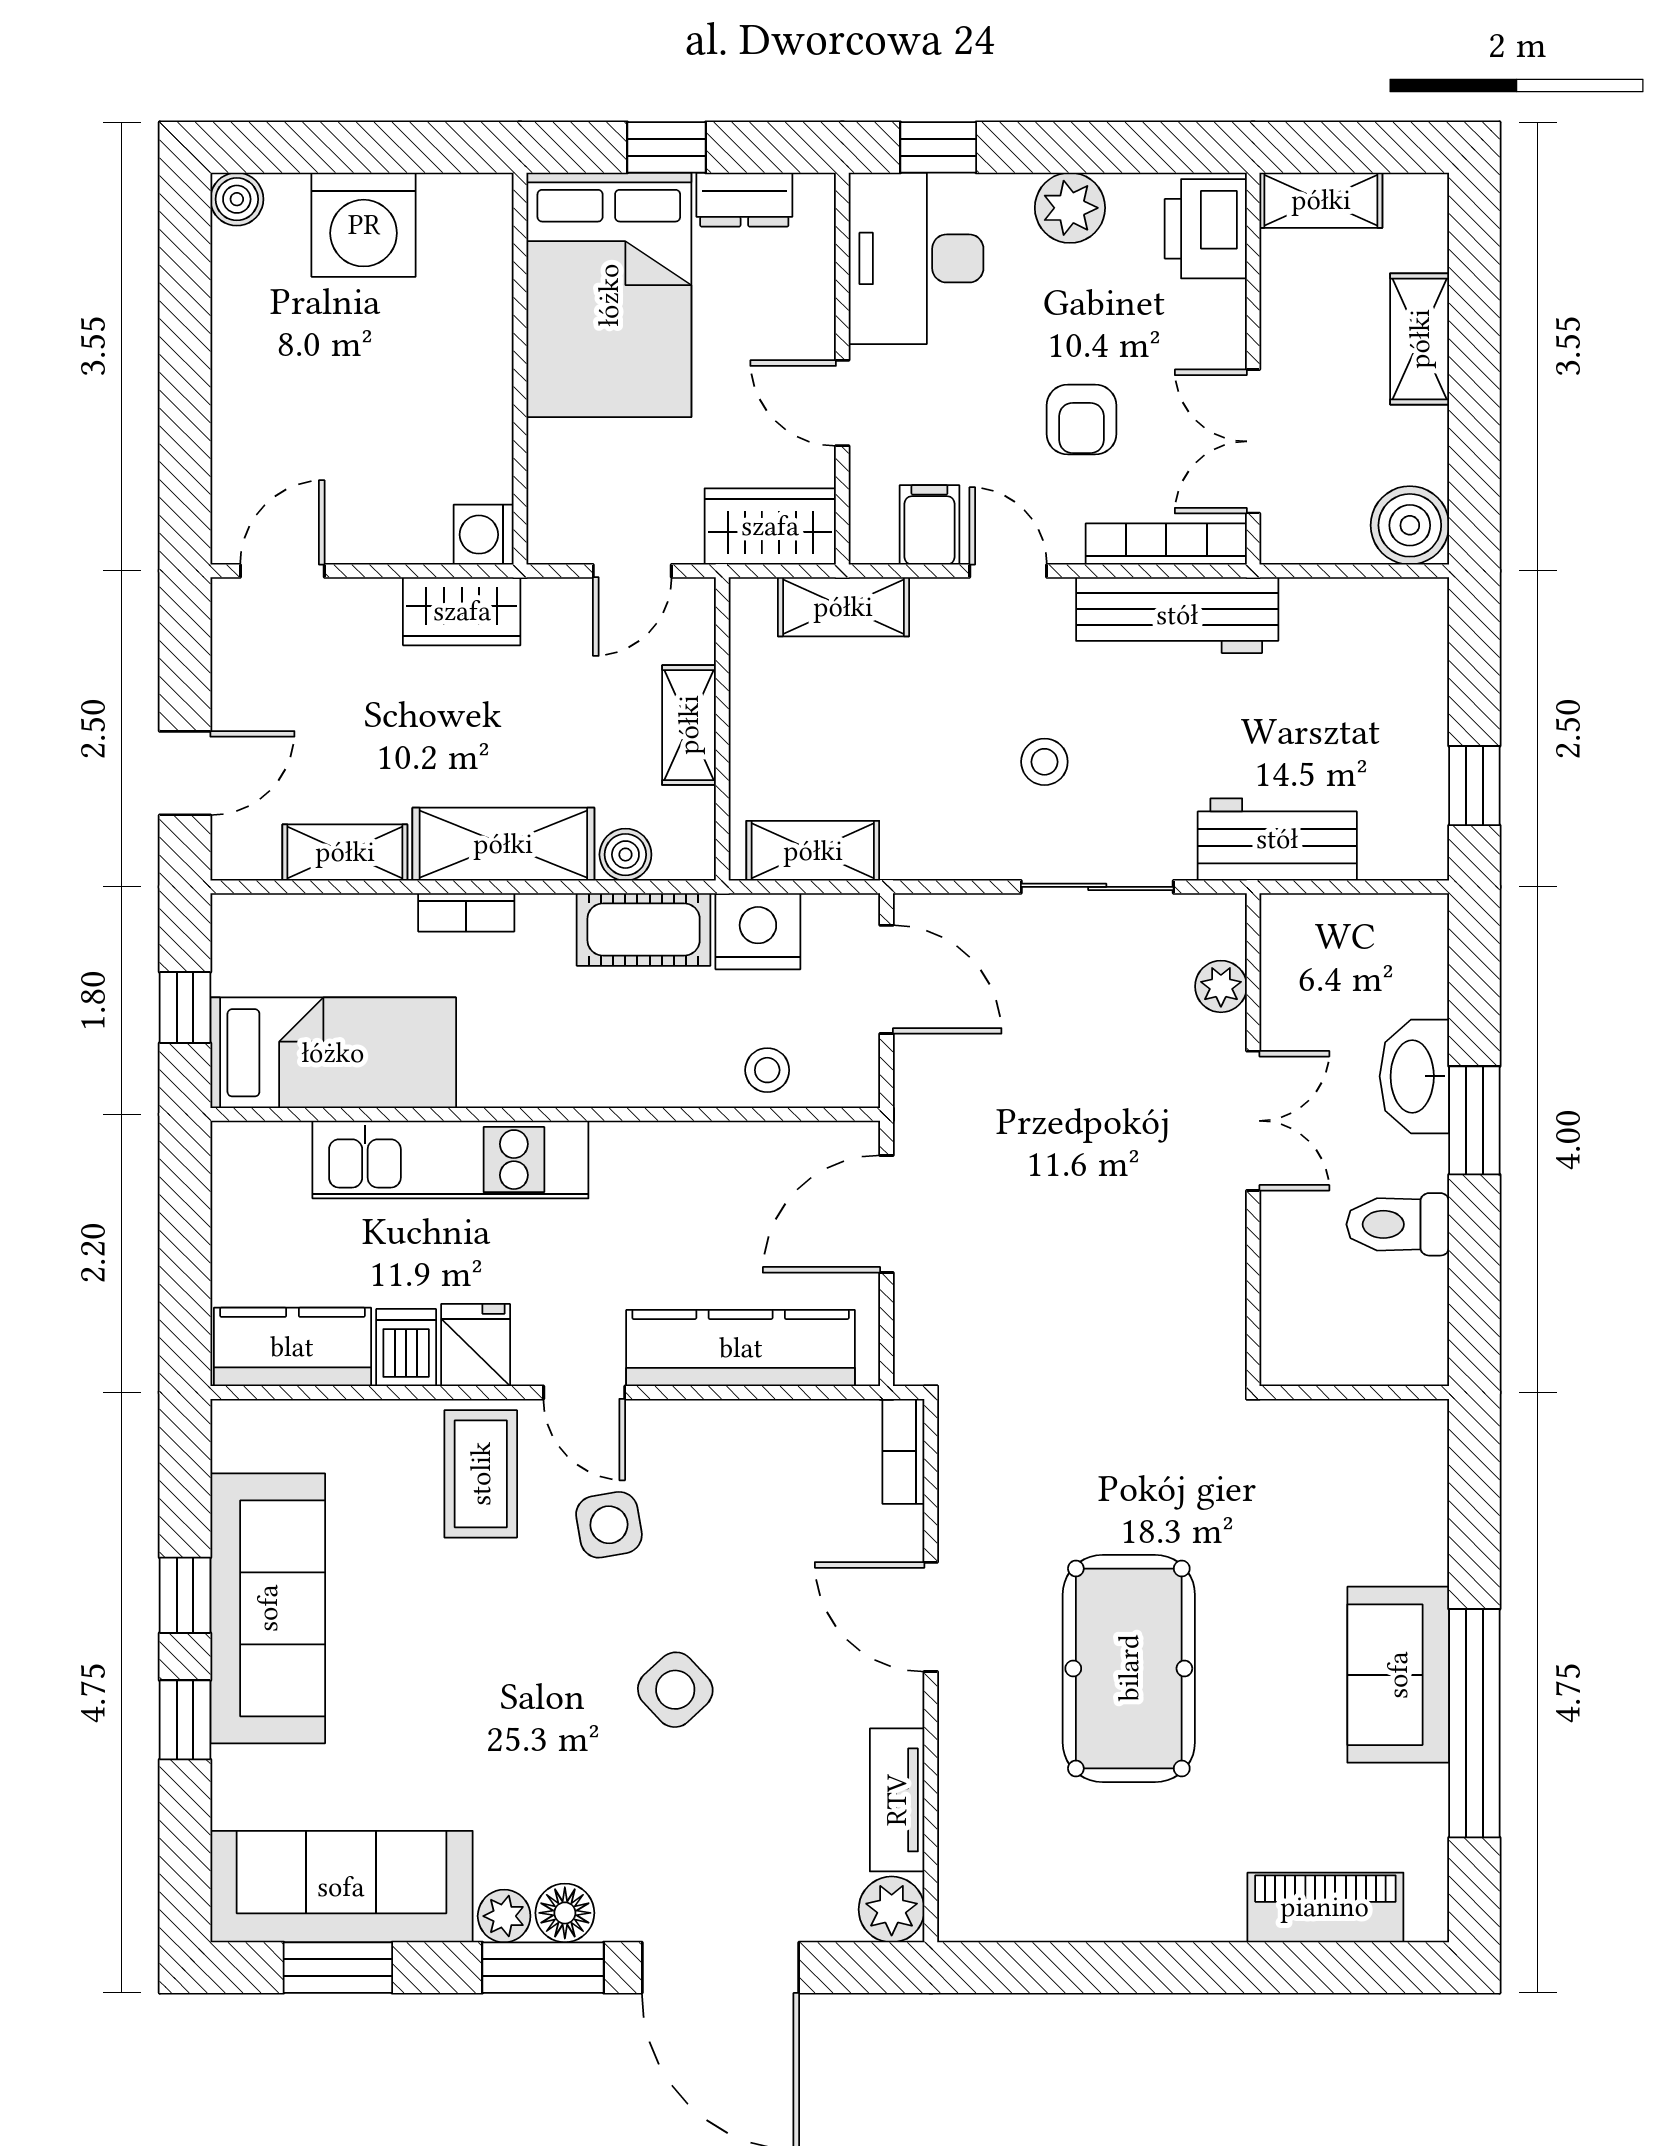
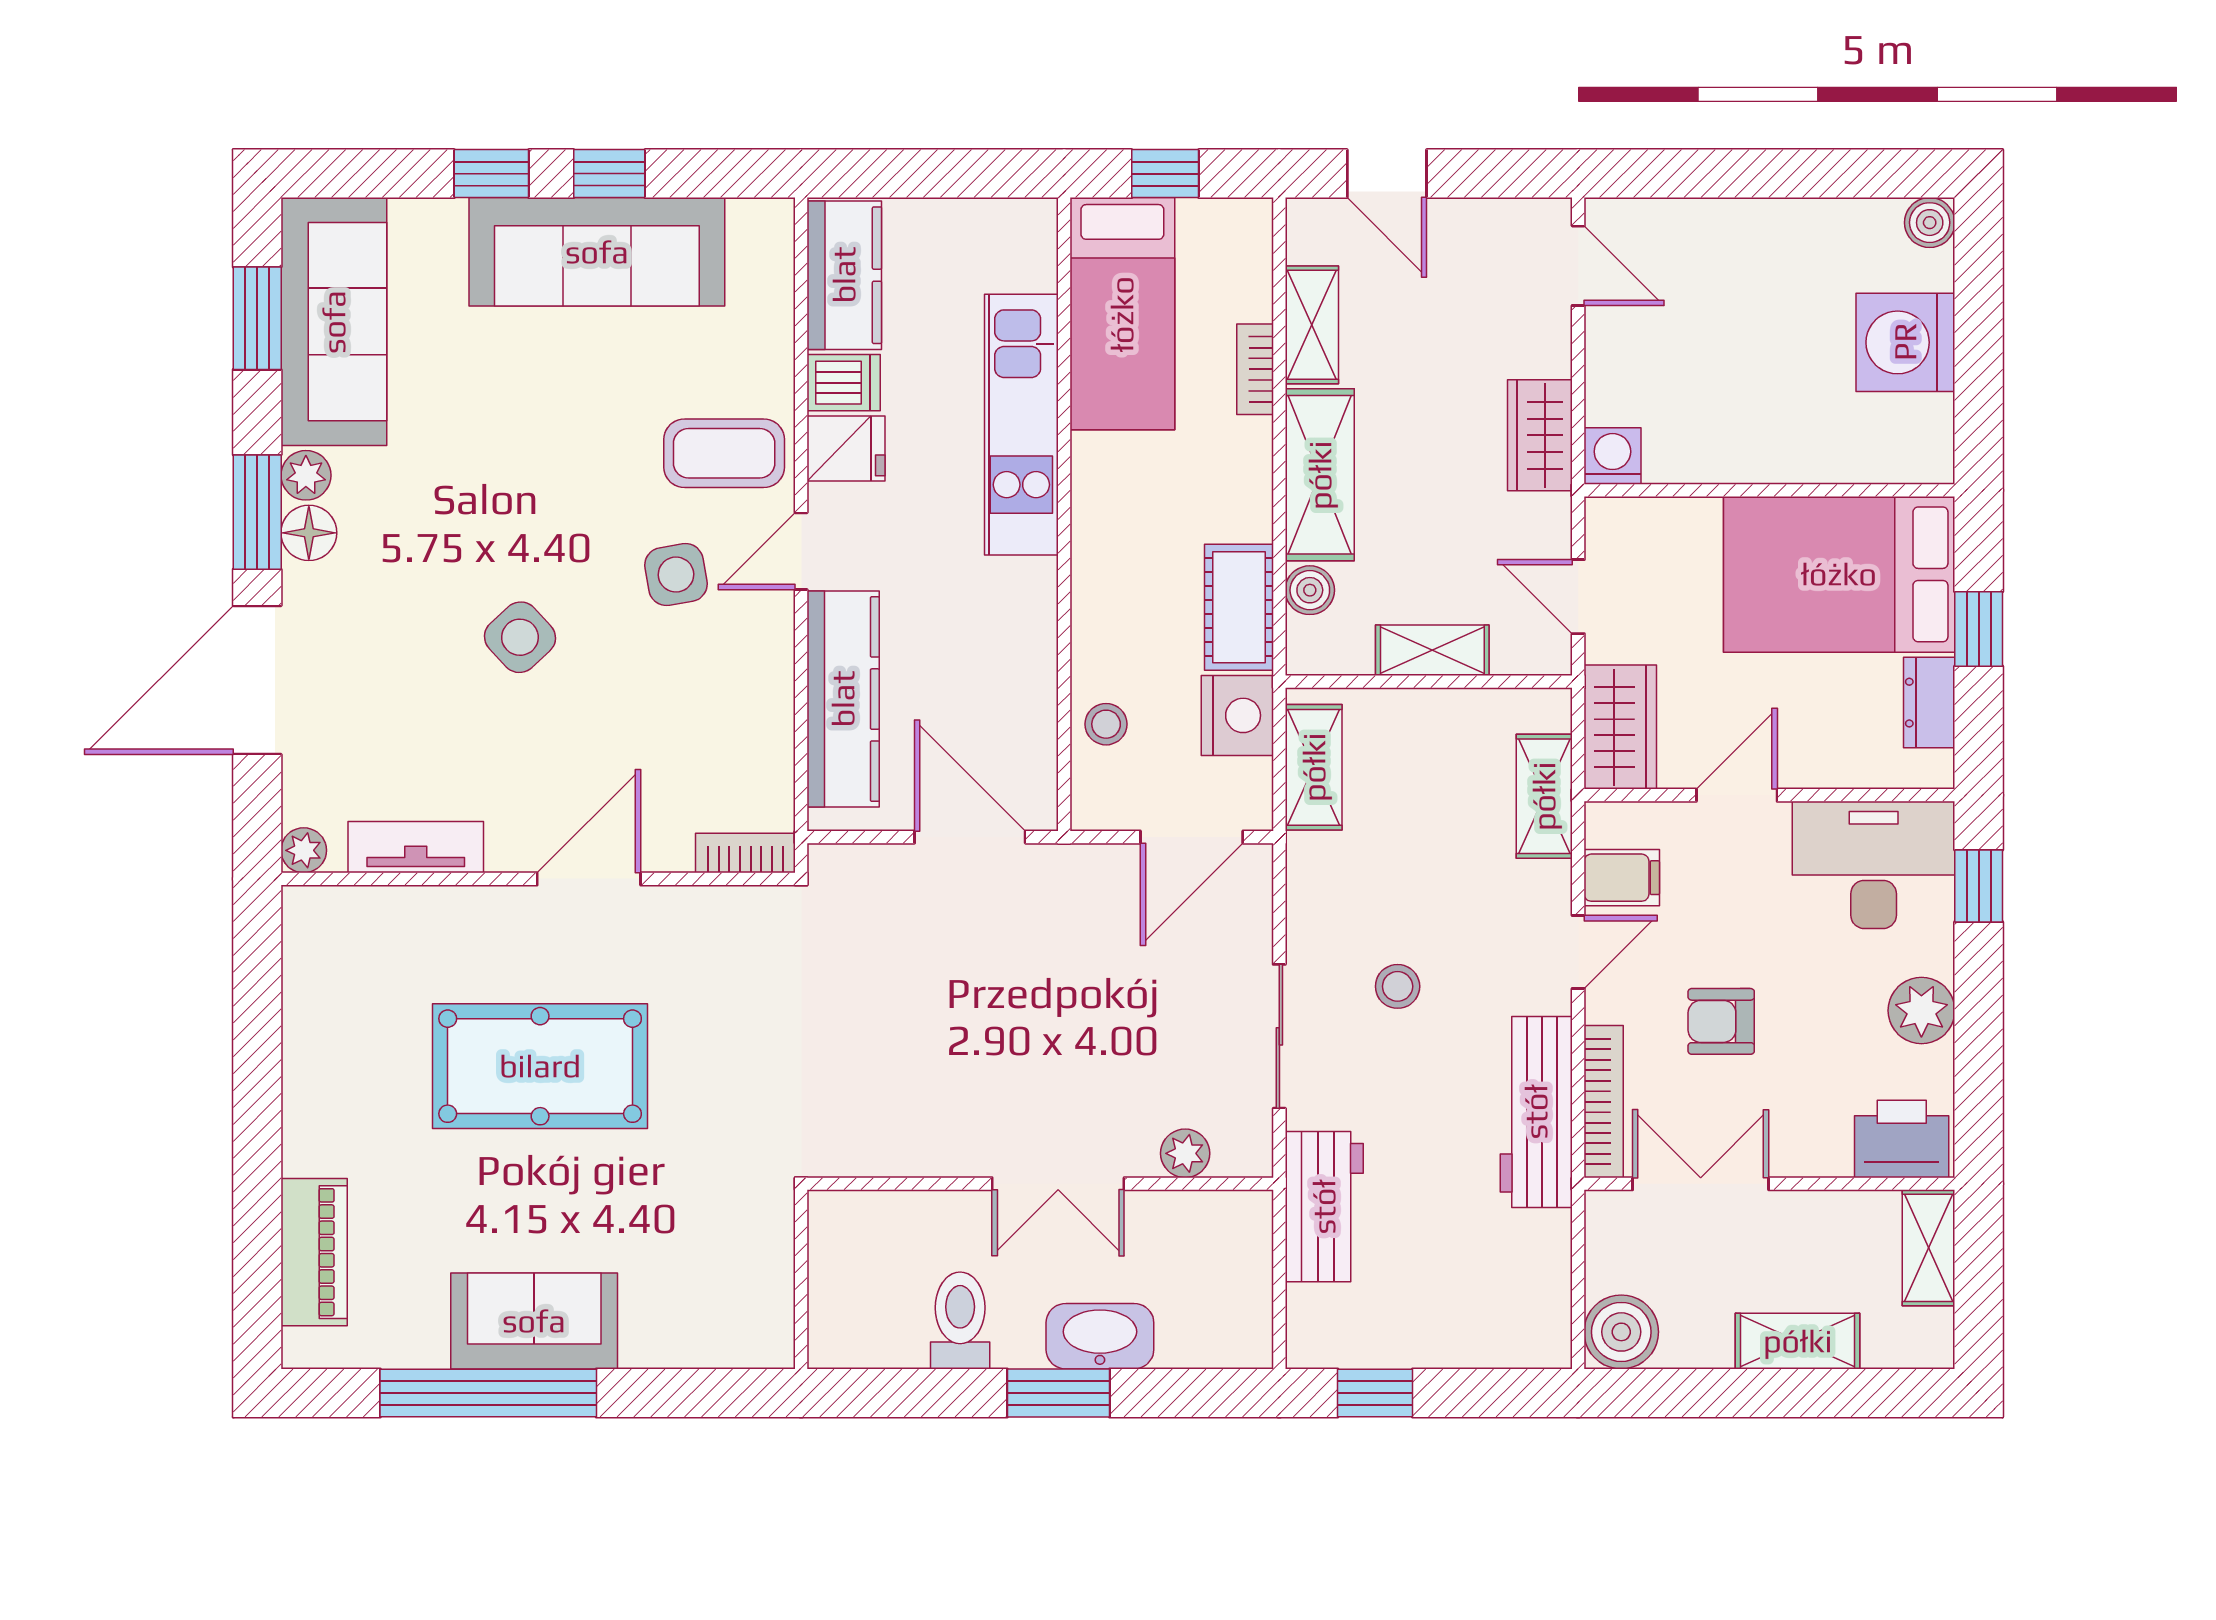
bookcase: (466, 912) -> (1255, 369), moved
plant: (892, 1909) -> (304, 850), width x0.73, depth x0.73

